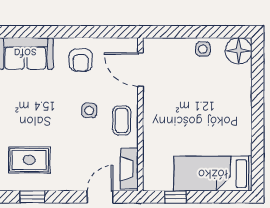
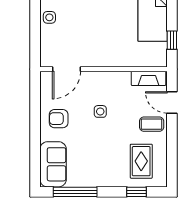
armchair: (81, 60) -> (59, 119), turned 180
coffee table: (122, 120) -> (152, 124), moved
window: (32, 197) -> (172, 159), removed

